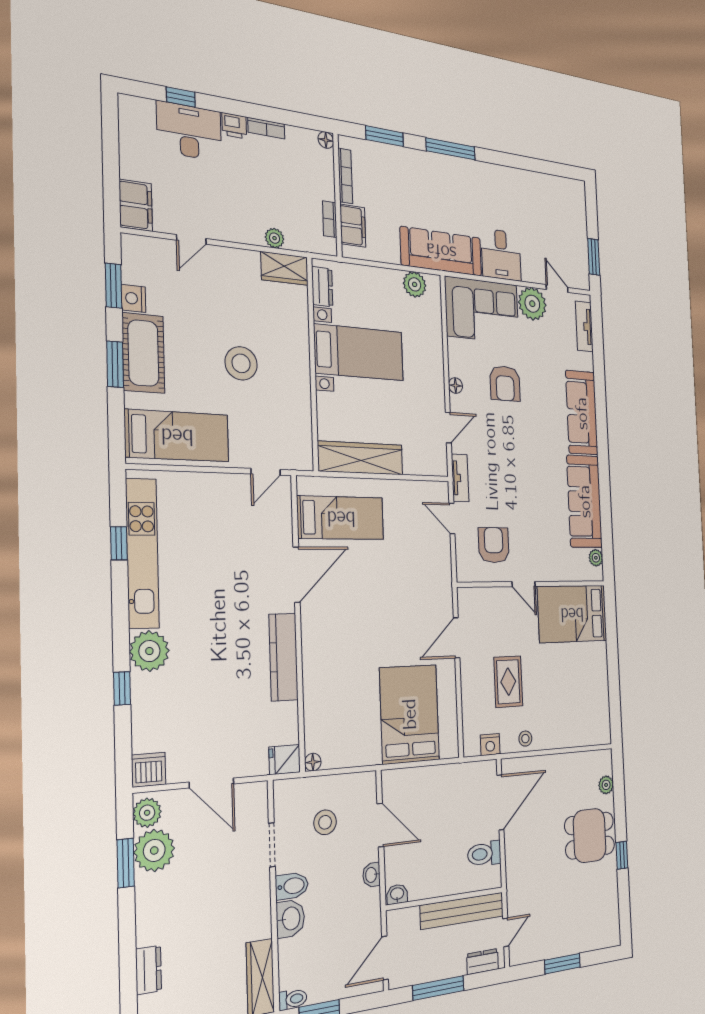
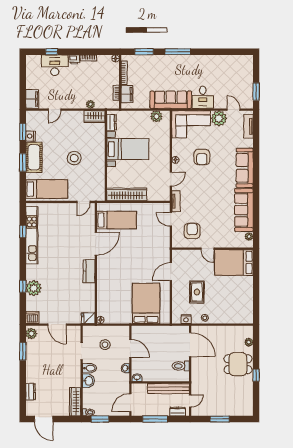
plant: (149, 651) -> (34, 288), moved
kitchen counter: (284, 657) -> (89, 271), width x0.67
door: (500, 802) -> (190, 345), hinge flipped
plant: (154, 850) -> (34, 348), removed

